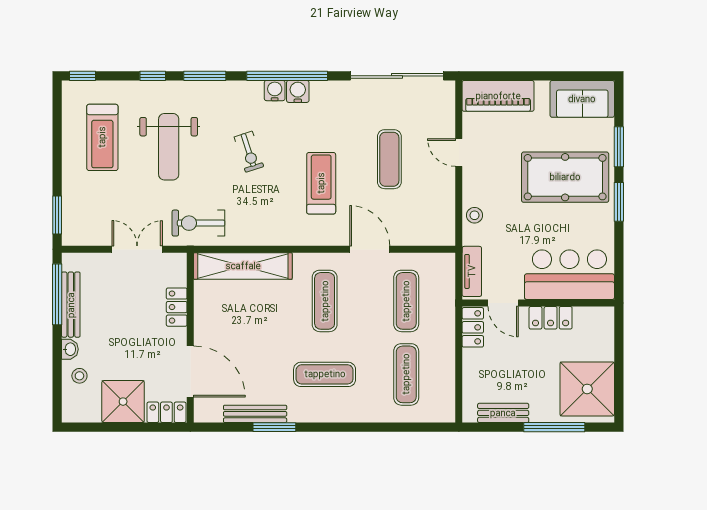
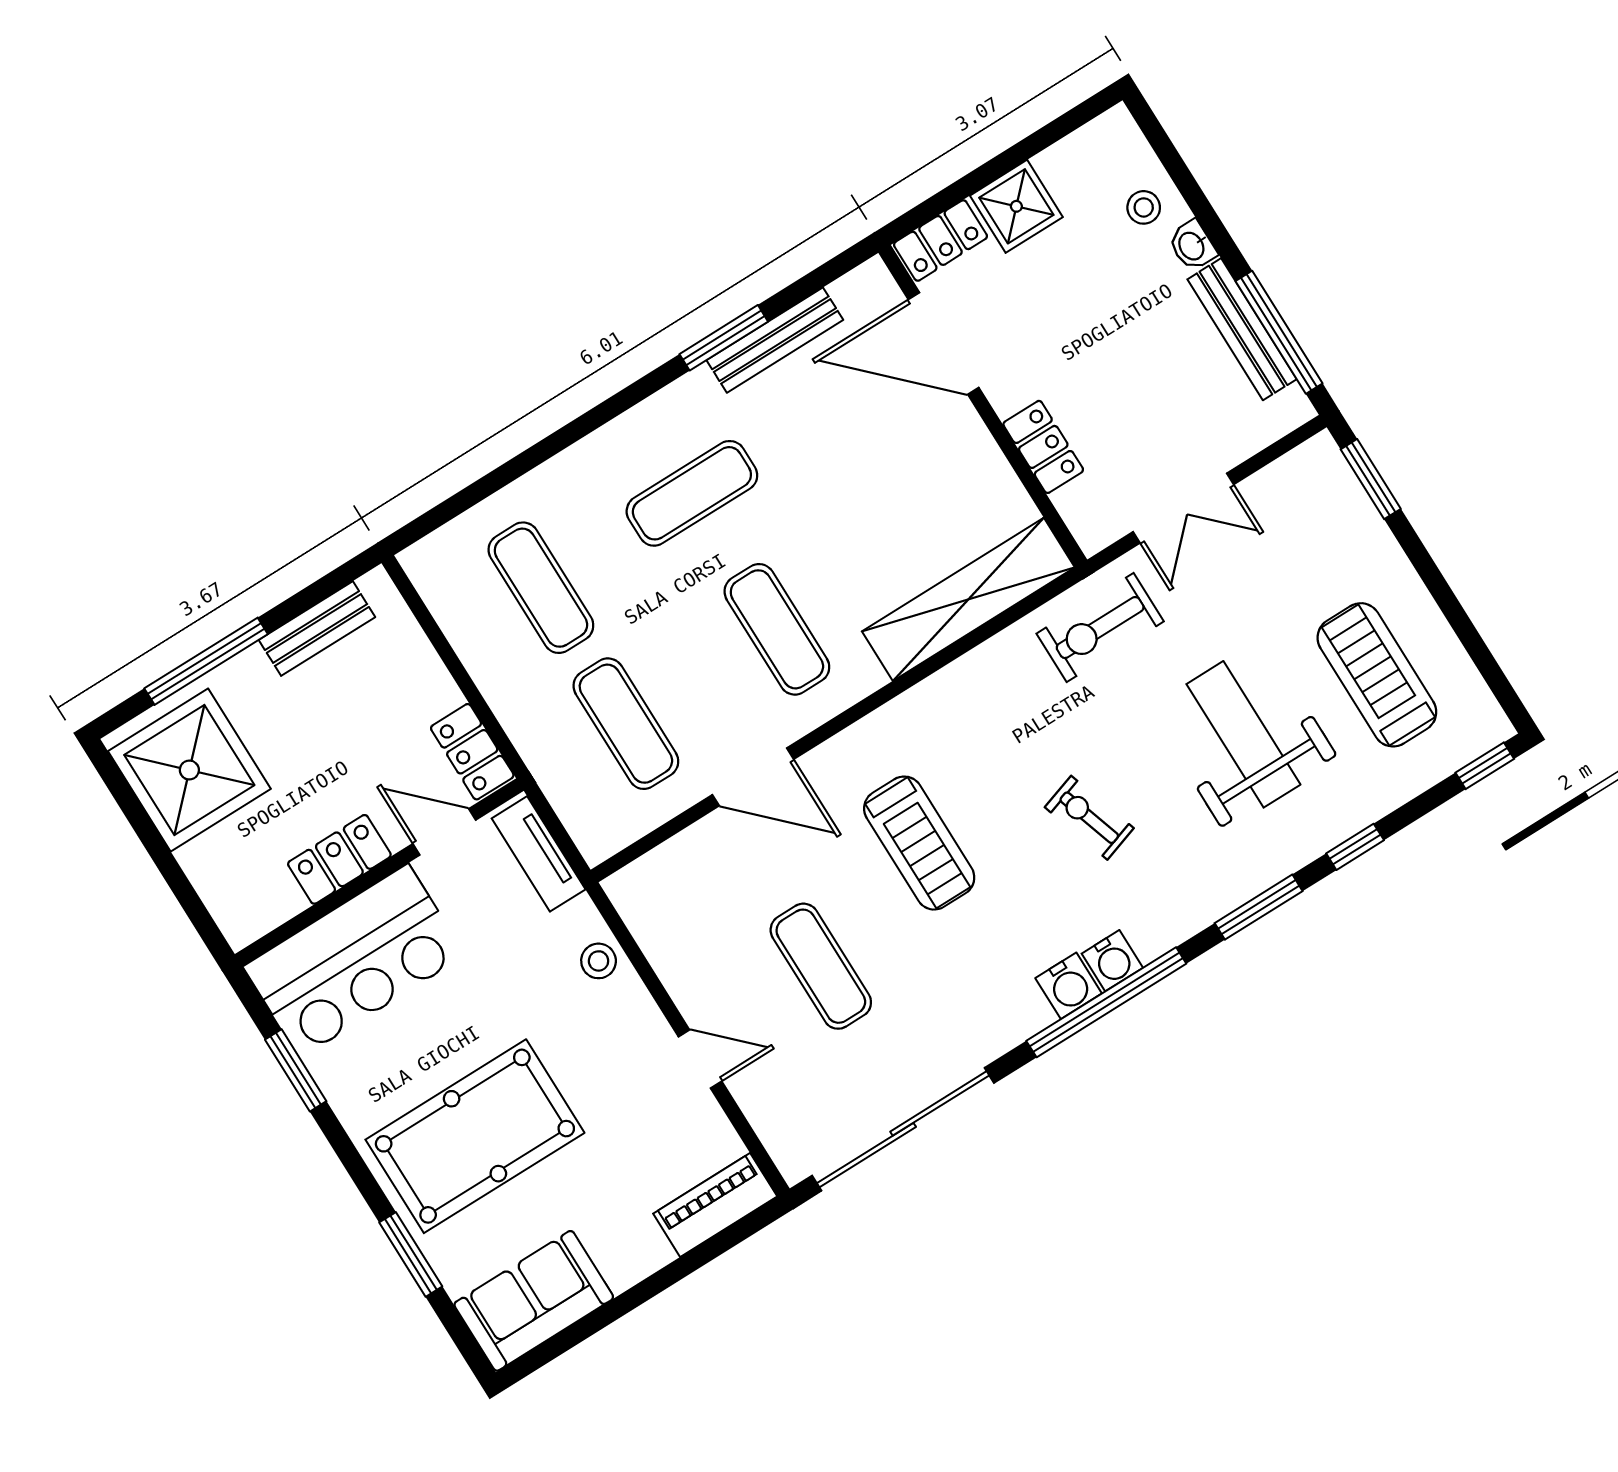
piano: (498, 96) -> (715, 1205), width x0.73, depth x0.75
window: (619, 202) -> (296, 1070), moved
exercise bike: (198, 223) -> (1100, 628), turned 180
shower: (123, 402) -> (1016, 206), width x0.73, depth x0.73

